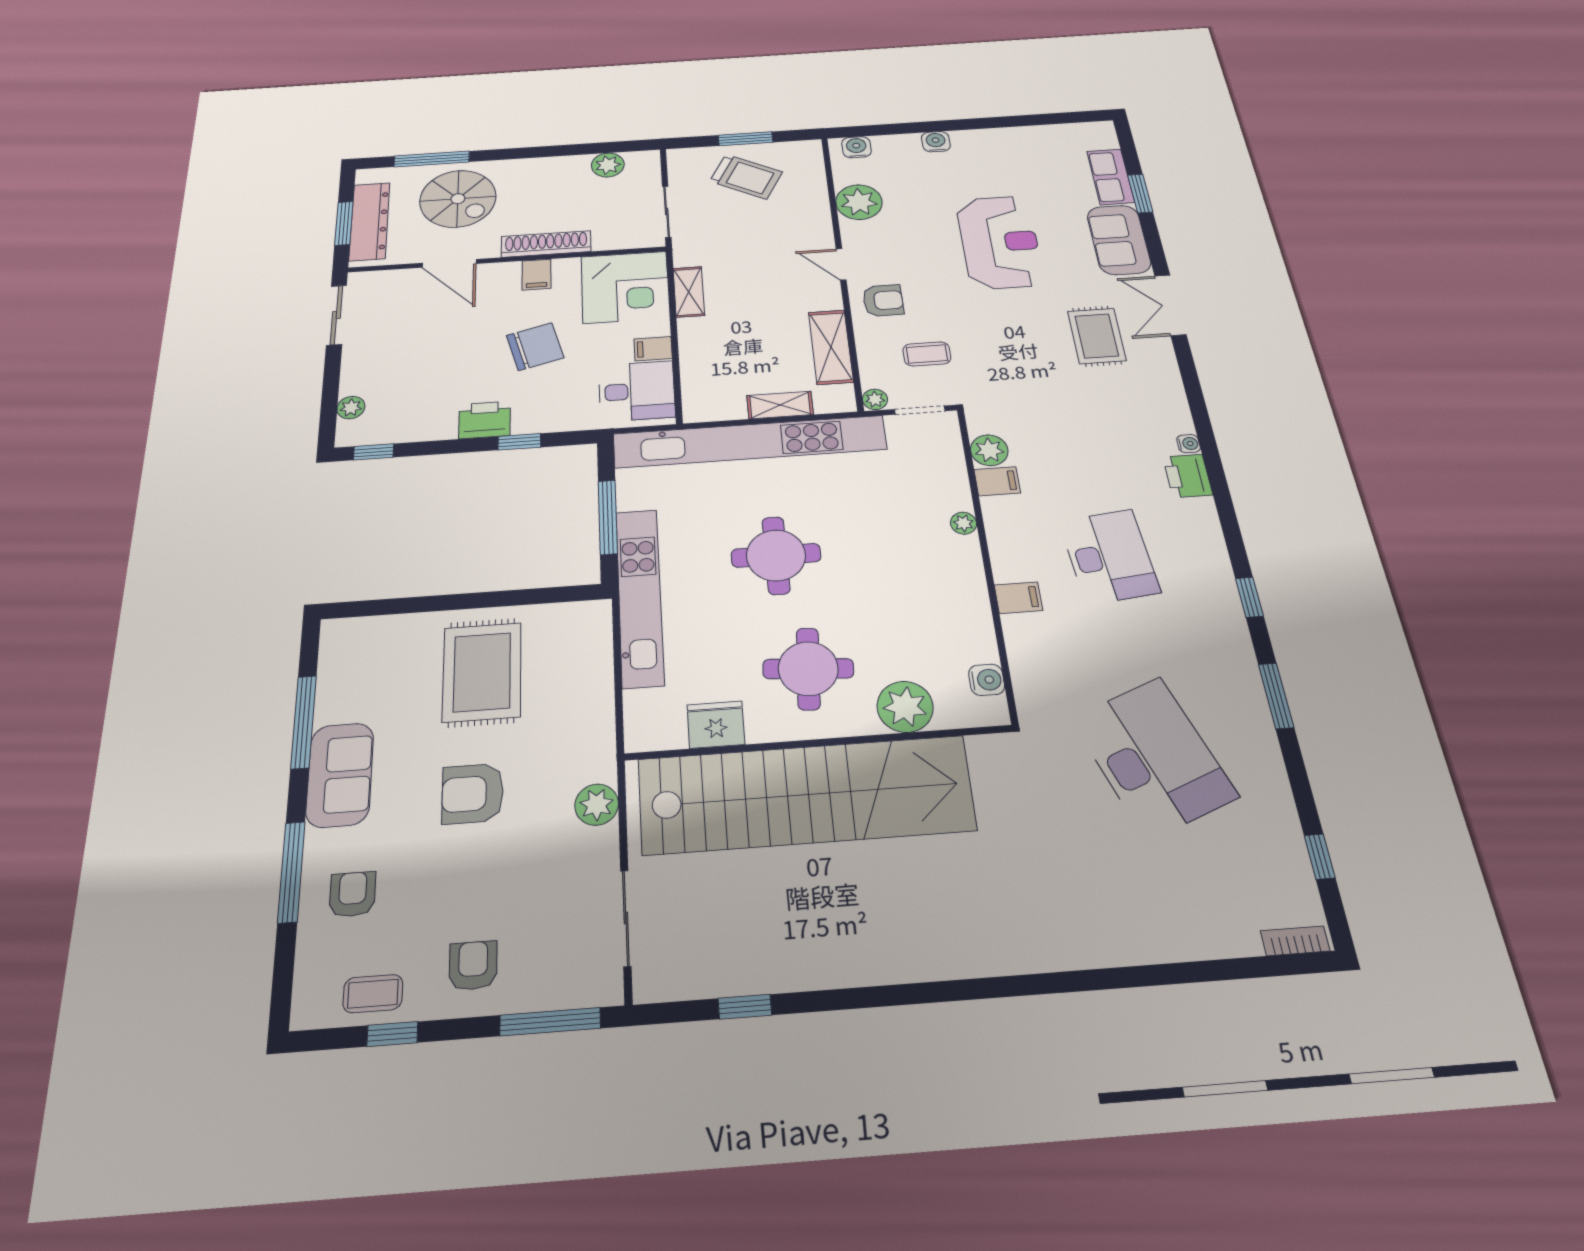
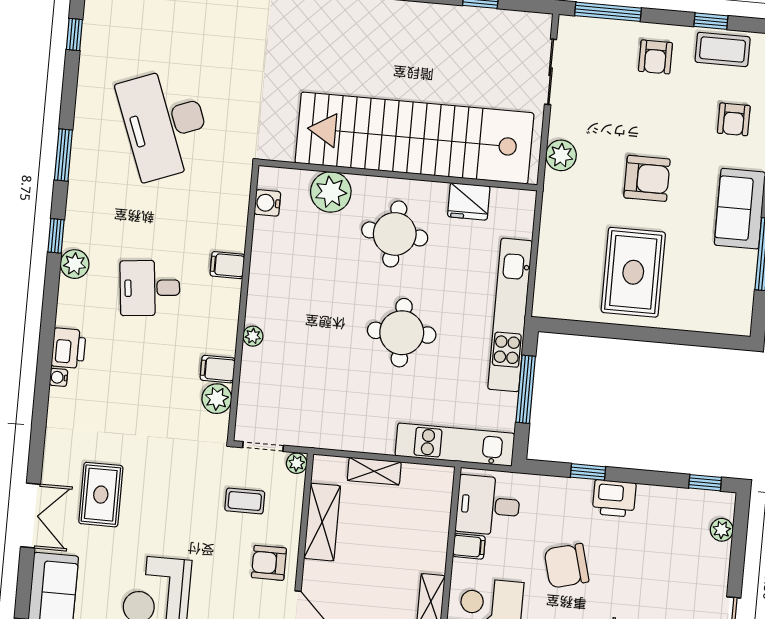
kitchen unit: (750, 442) -> (455, 445), width x0.54
desk: (1109, 557) -> (150, 288), width x0.73
plant: (1214, 569) -> (75, 264), added
coffee table: (373, 994) -> (723, 49), width x1.36, depth x1.30

